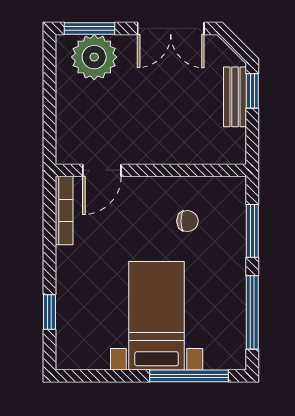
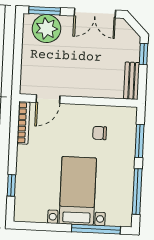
bench: (235, 97) -> (132, 81), moved
chair: (187, 221) -> (100, 133), turned 180

